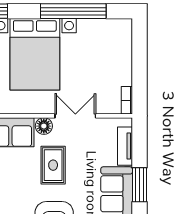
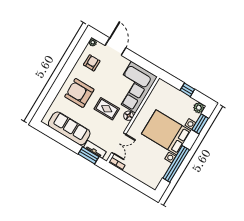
double door: (75, 116) -> (119, 143), moved
window: (140, 185) -> (89, 155), moved

